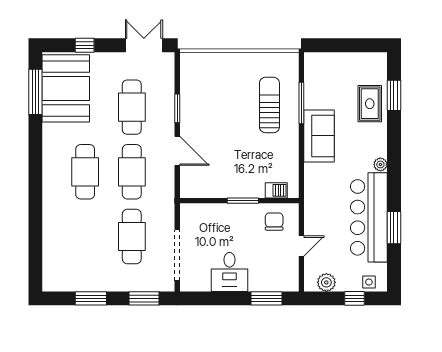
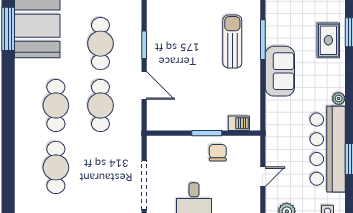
chair: (274, 222) -> (218, 153), moved
cafe table: (132, 236) -> (56, 167), moved

